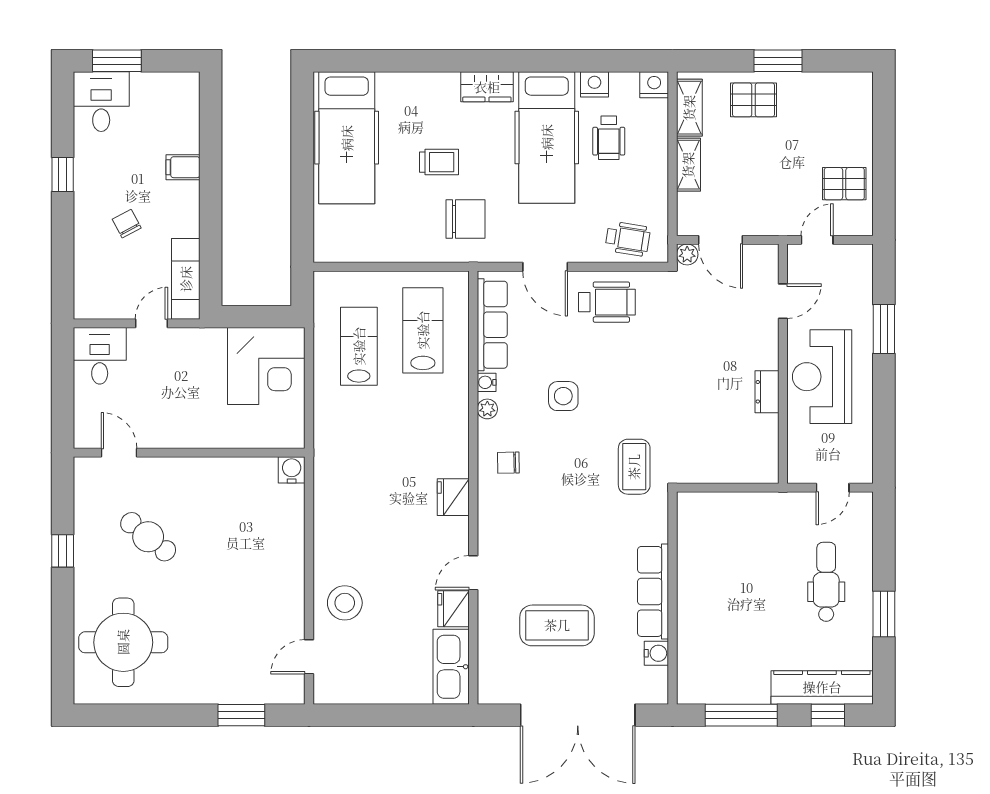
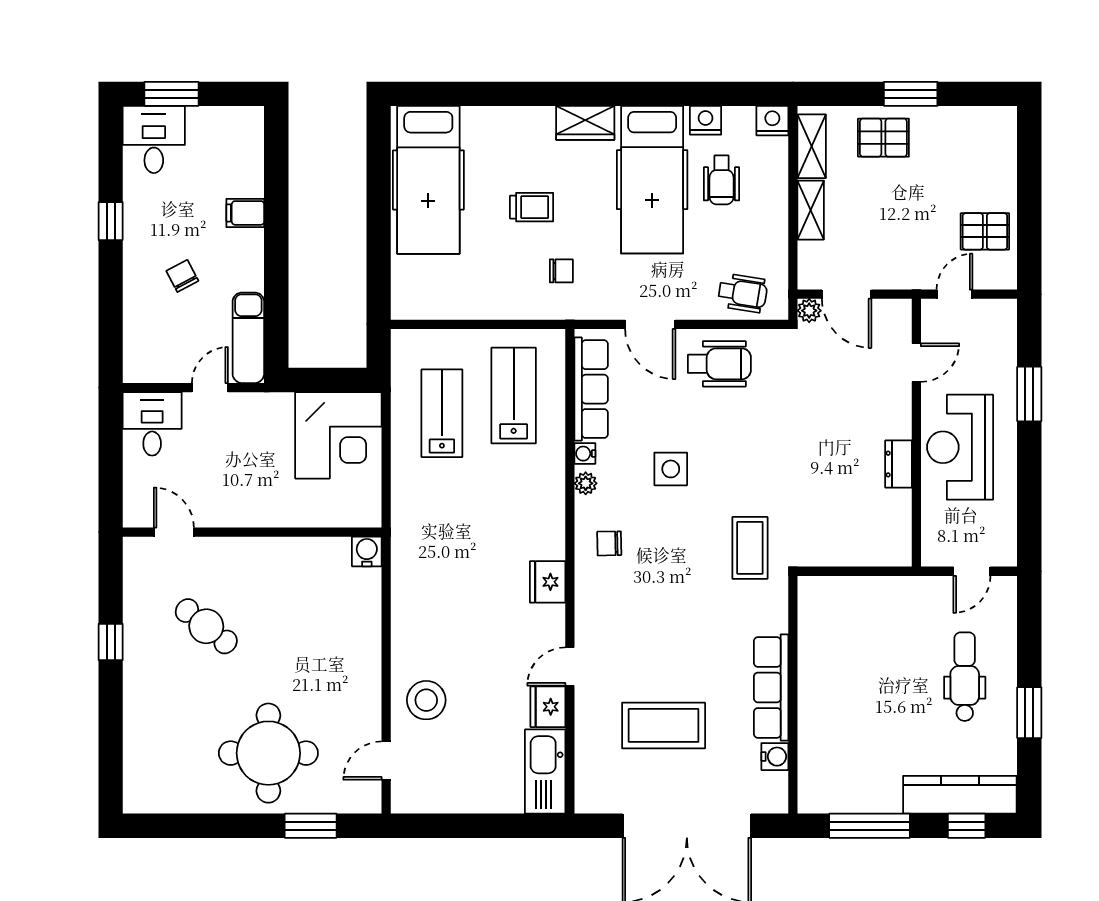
chair: (466, 219) -> (561, 271), width x0.54, depth x0.54
round table: (123, 642) -> (268, 753), moved

